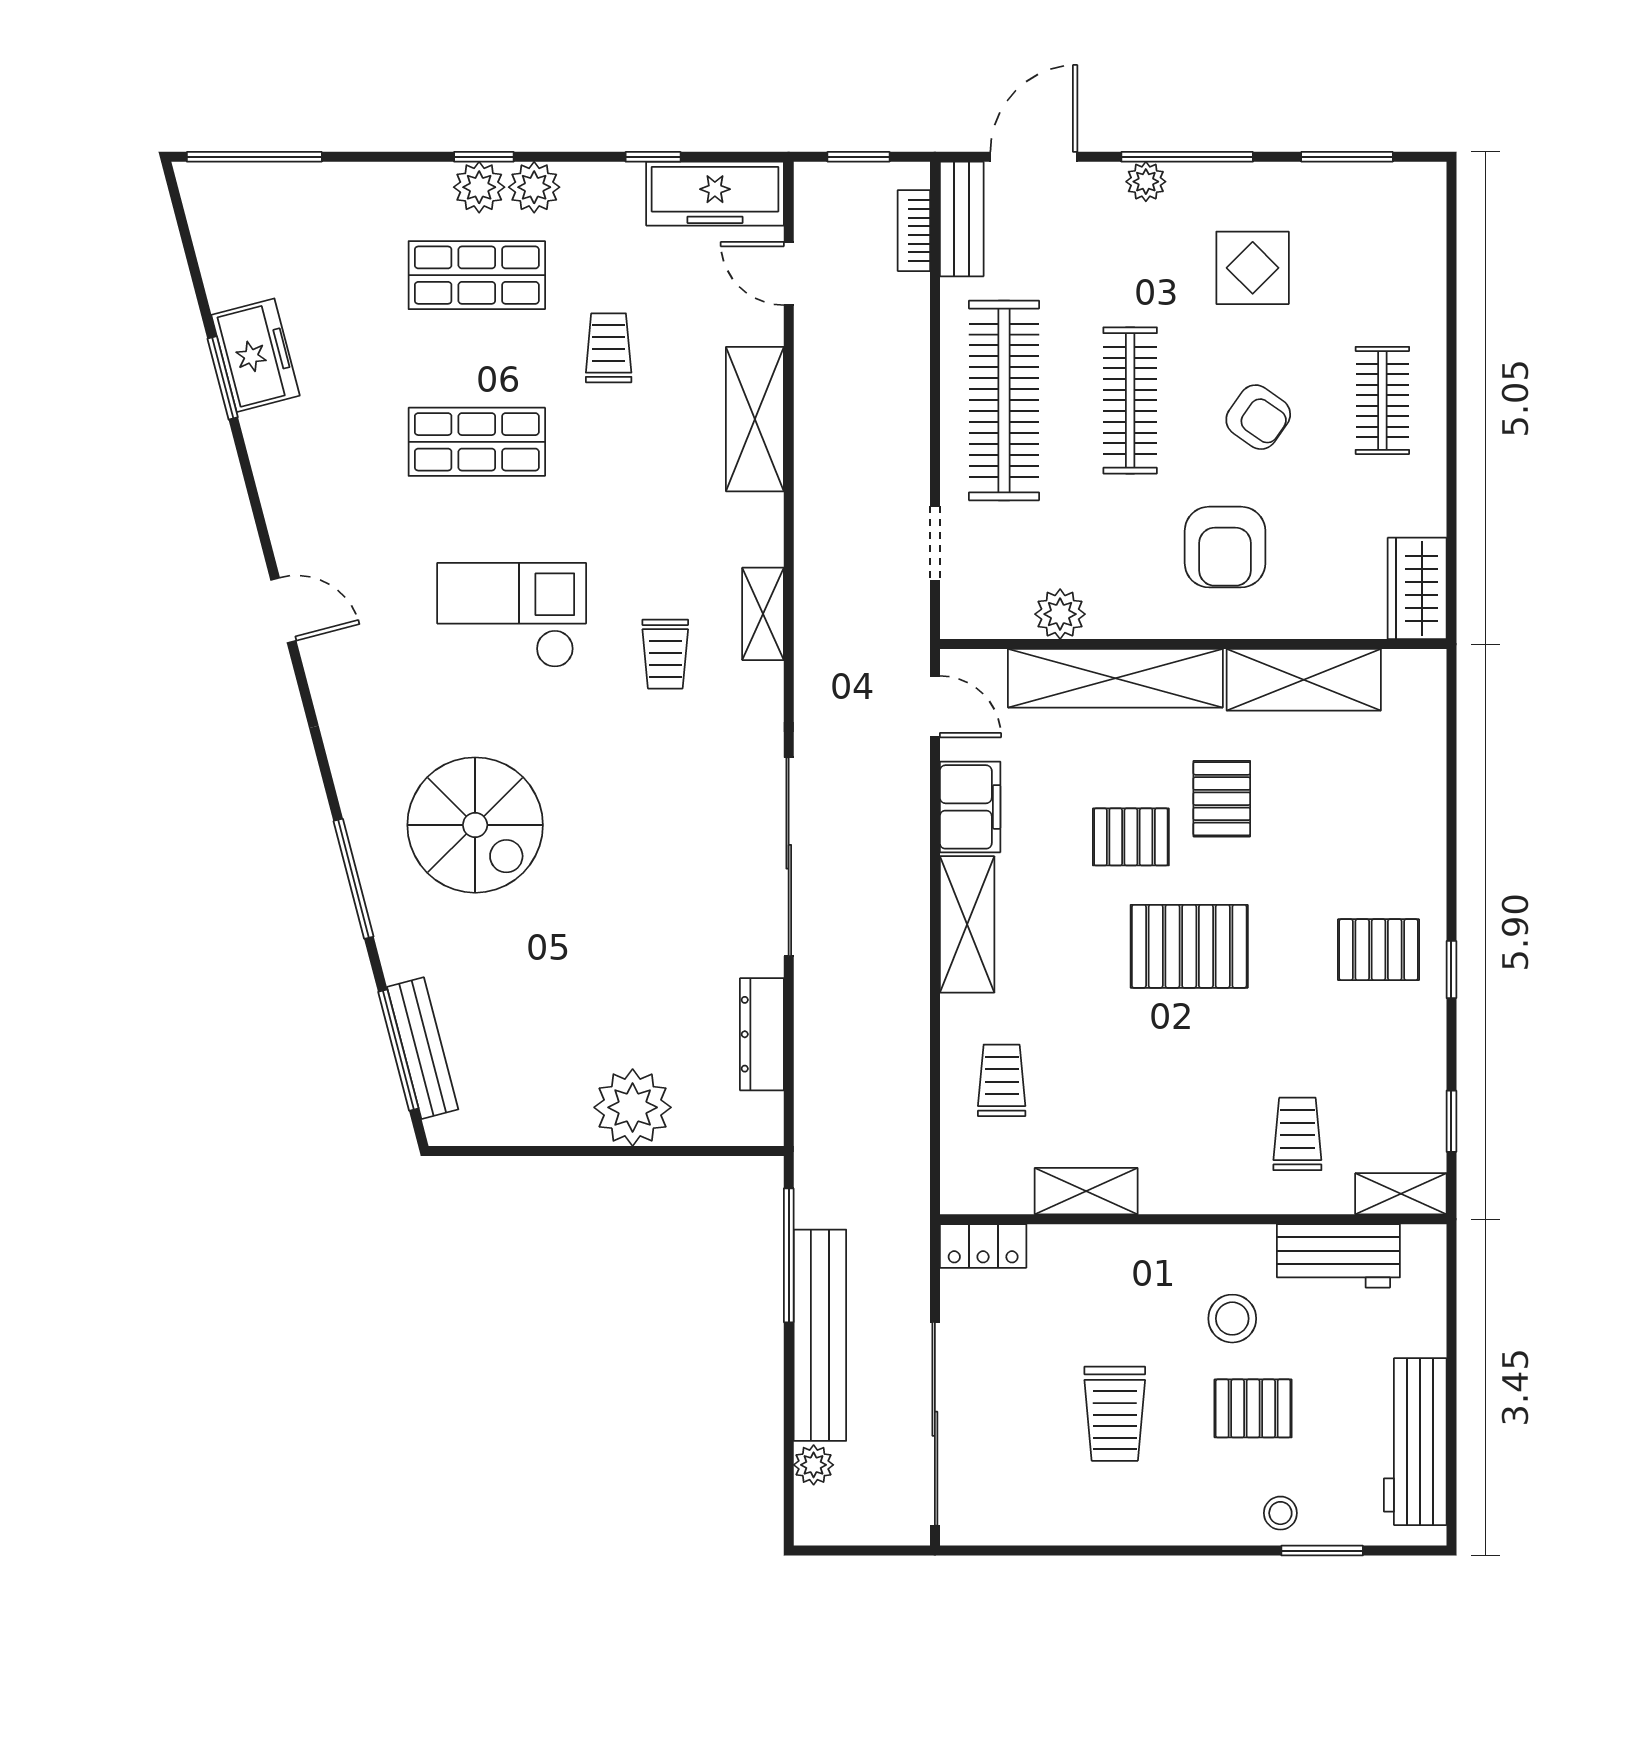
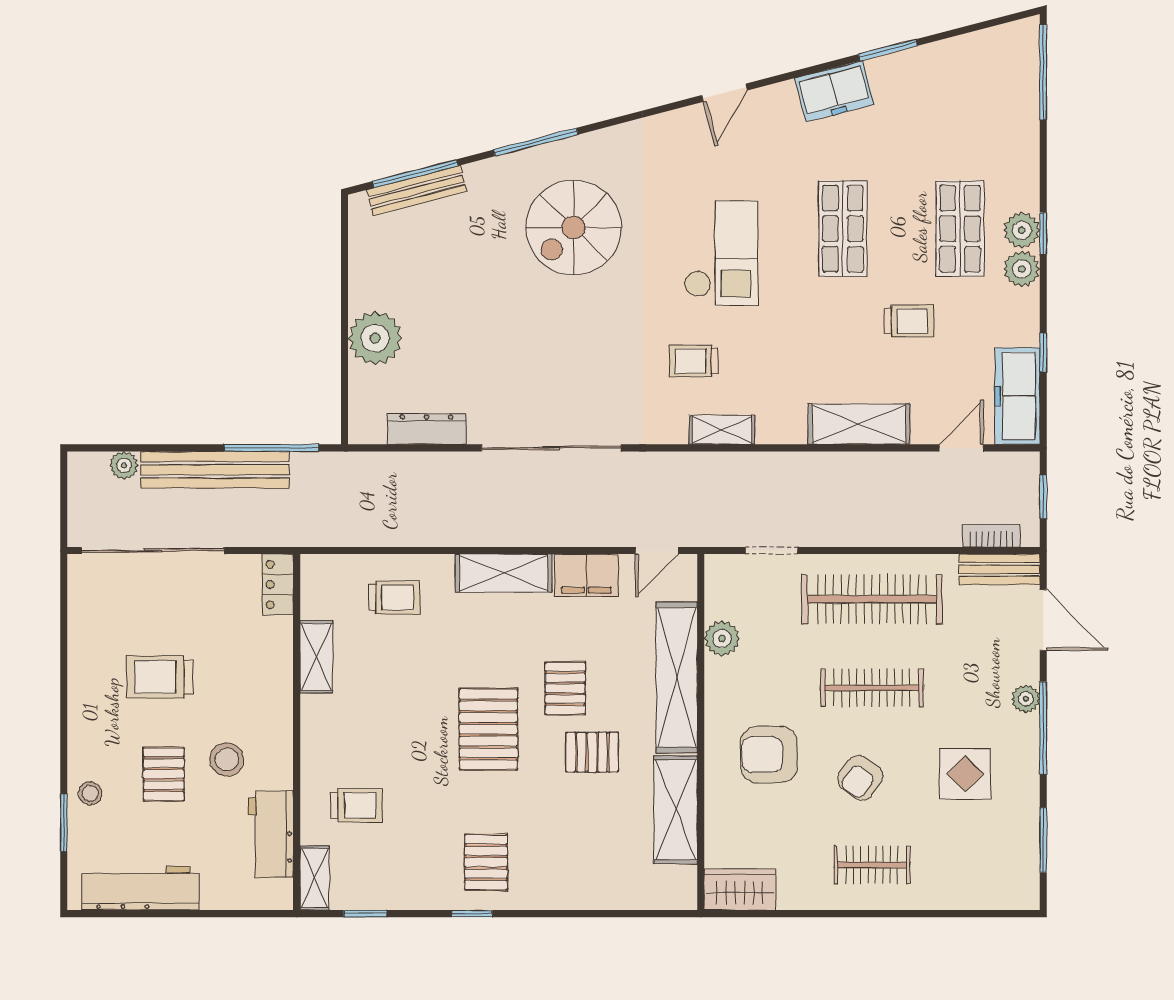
freezer: (256, 355) -> (834, 91), moved

